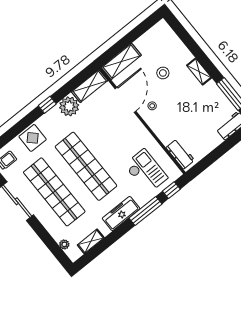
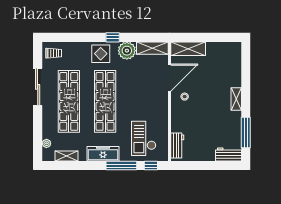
stool: (163, 73) -> (210, 80), removed
display table: (33, 138) -> (101, 54), moved
checkout: (146, 171) -> (144, 138), turned 180

